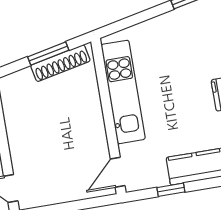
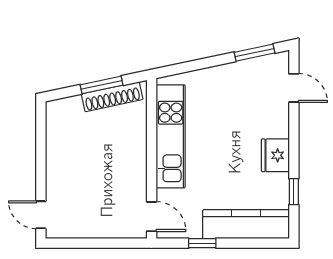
door: (118, 172) -> (152, 217), swing flipped

